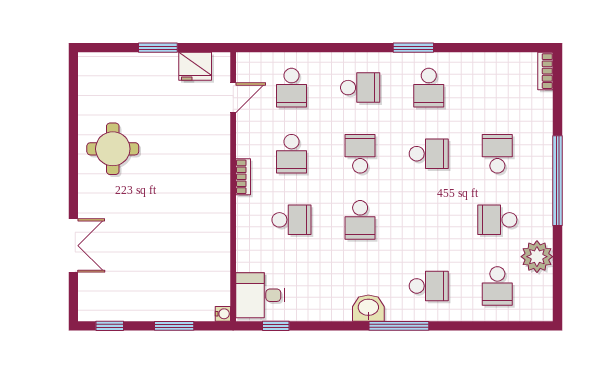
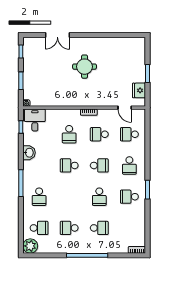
round table: (113, 149) -> (85, 67), moved
school desk: (497, 220) -> (69, 228), turned -90
plant: (537, 257) -> (30, 246), moved
school desk: (497, 286) -> (39, 228), turned 180
washbasin: (368, 308) -> (29, 153), moved

